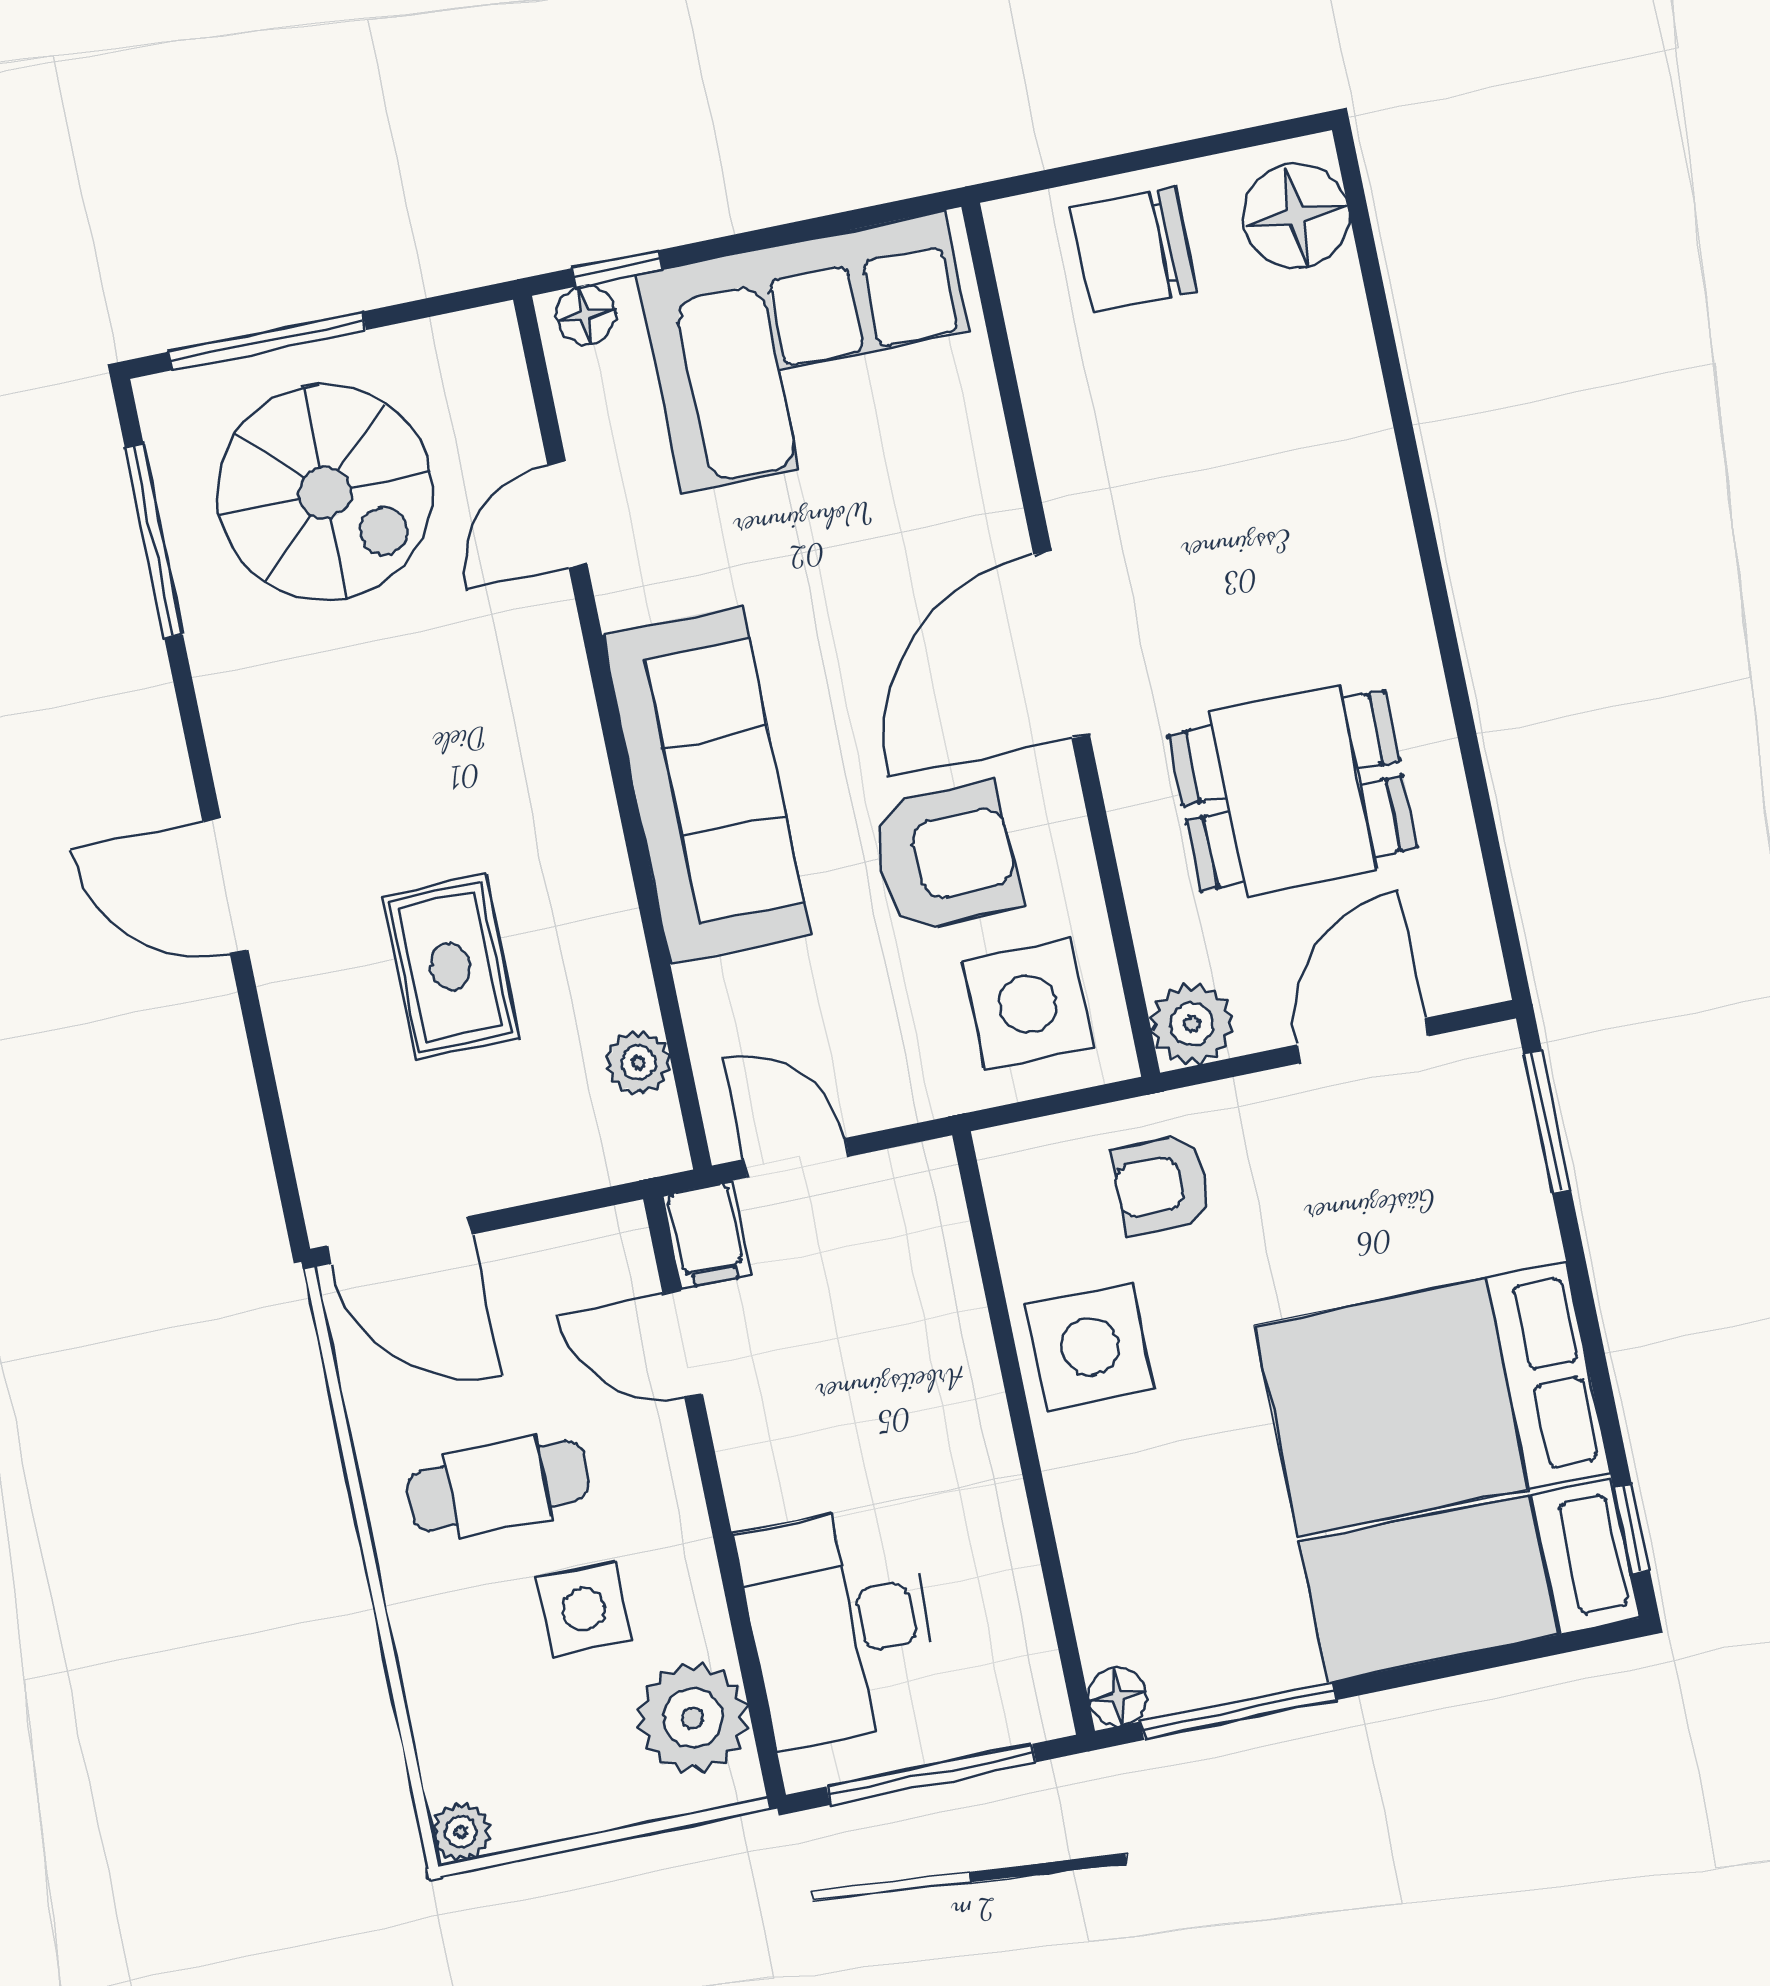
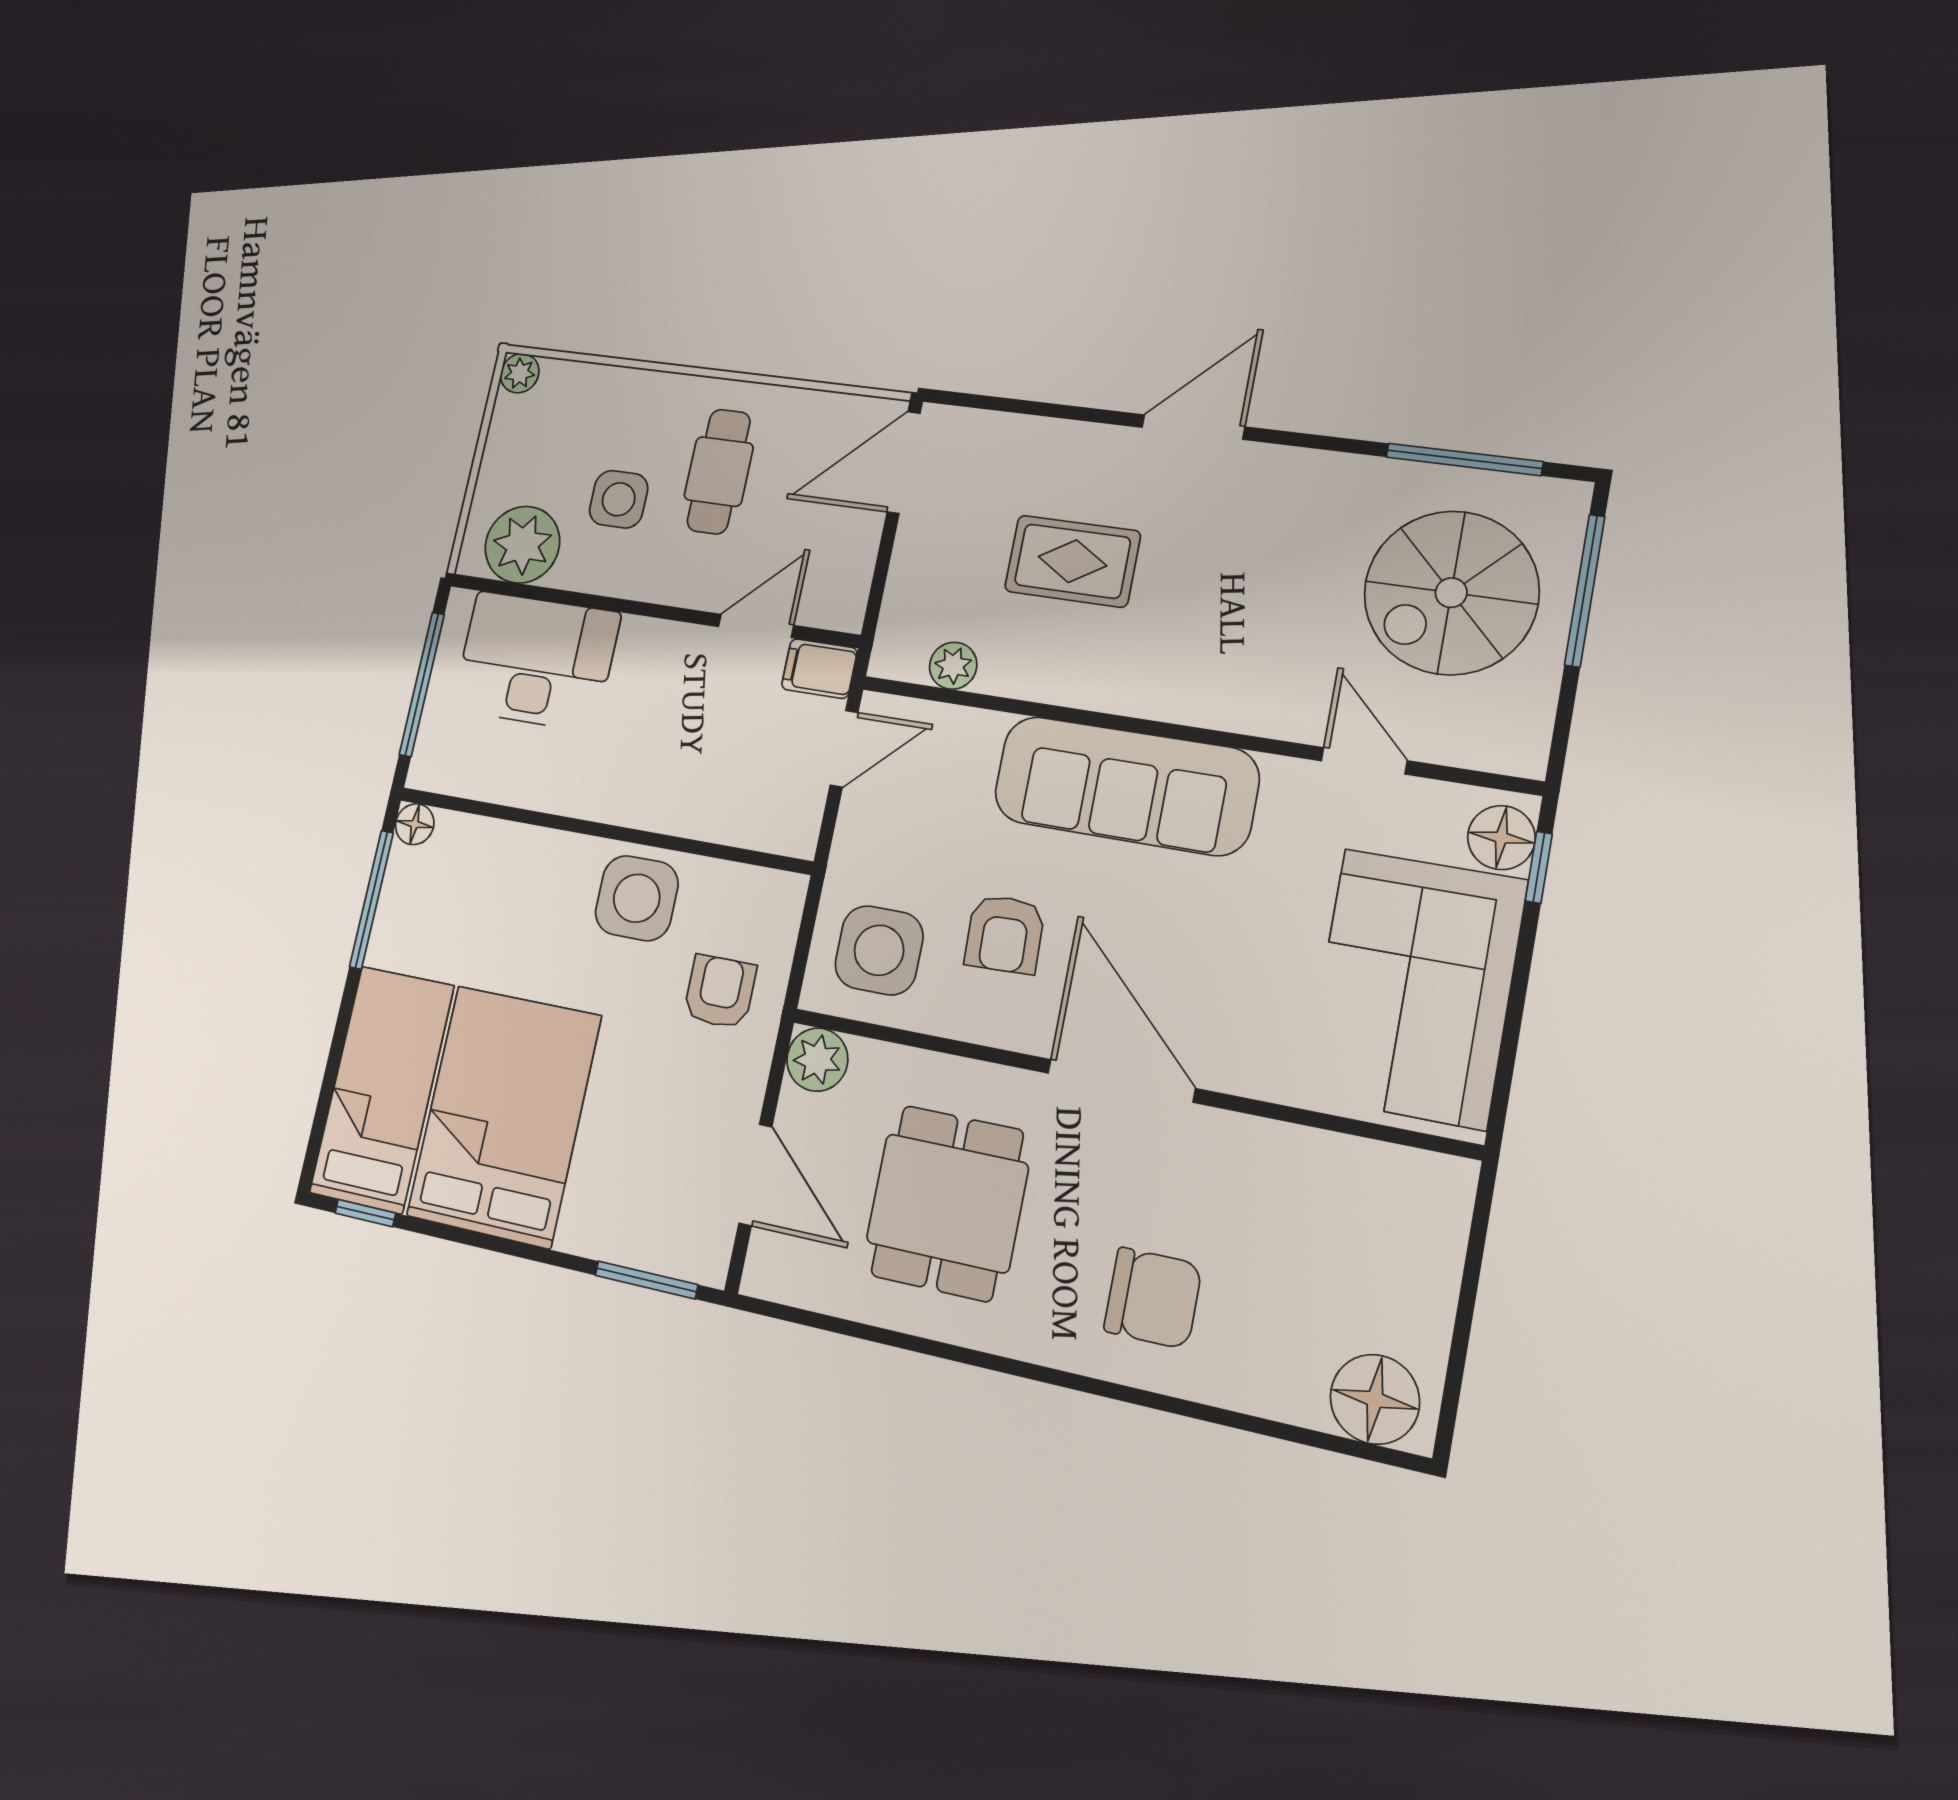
chair: (1134, 250) -> (1153, 1298), moved, turned 90
floor lamp: (586, 315) -> (1501, 838), width x1.37, depth x1.37
armchair: (945, 857) -> (1005, 934), width x0.72, depth x0.72

